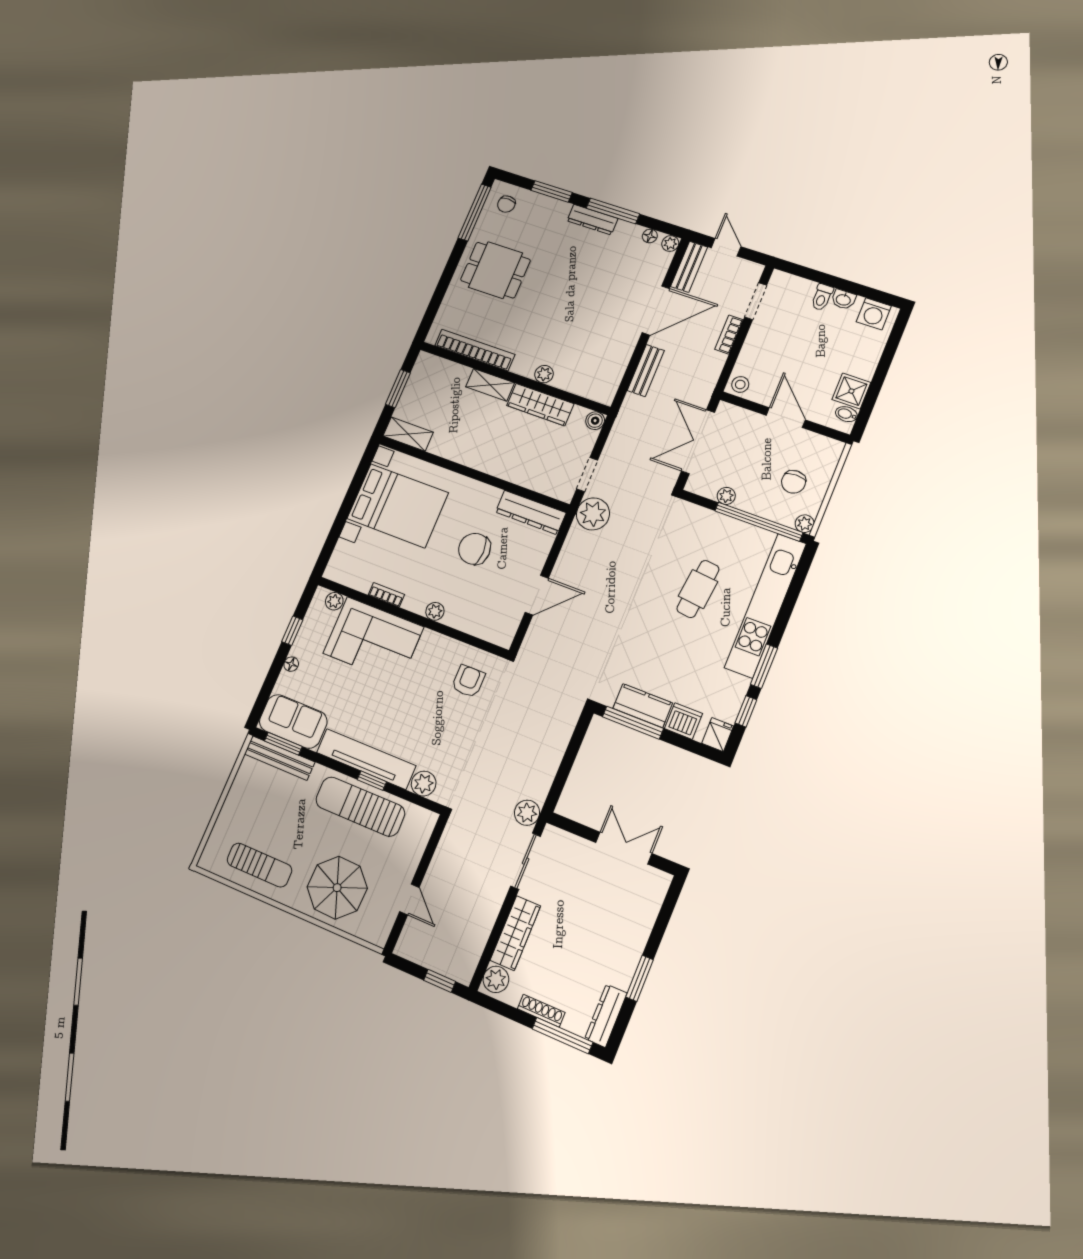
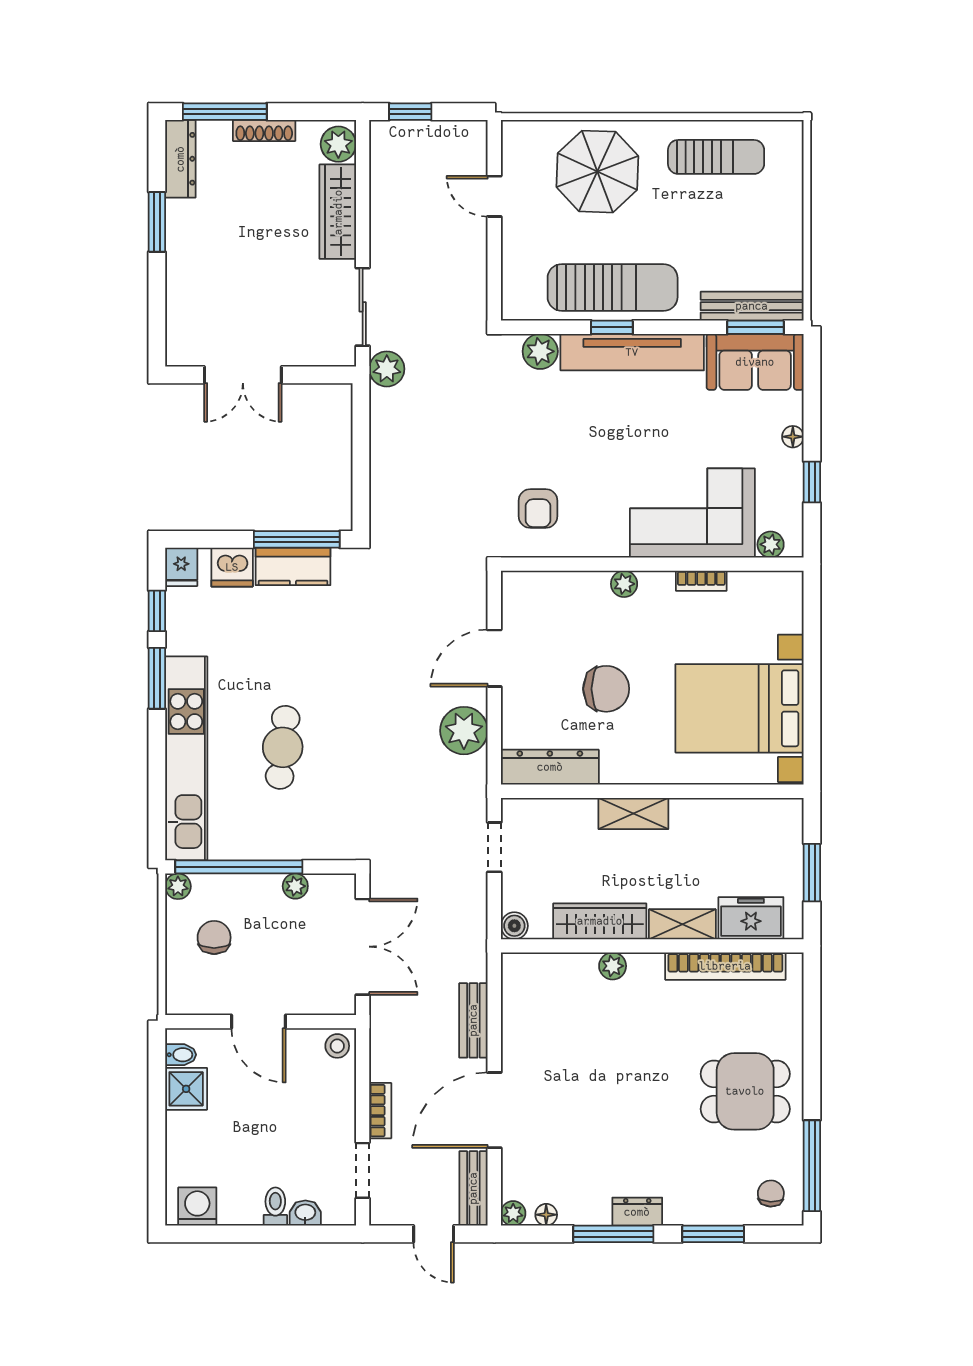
dresser: (592, 220) -> (637, 1212), width x0.70
washbasin: (843, 299) -> (305, 1213), moved
freezer: (447, 374) -> (751, 918), added
shelving: (408, 434) -> (633, 814), moved
plant: (593, 514) -> (464, 731), moved
sun lounger: (259, 865) -> (716, 157), turned 180

